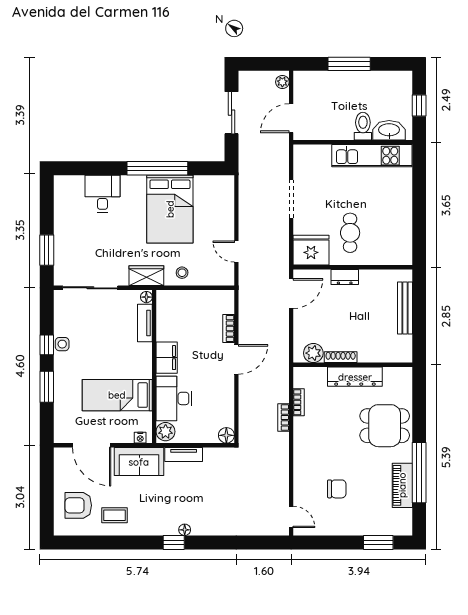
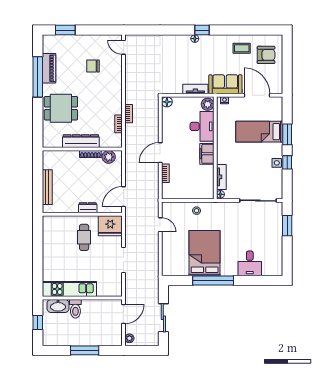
wardrobe: (146, 276) -> (220, 209), removed
bed: (117, 395) -> (259, 132), moved, turned 180

